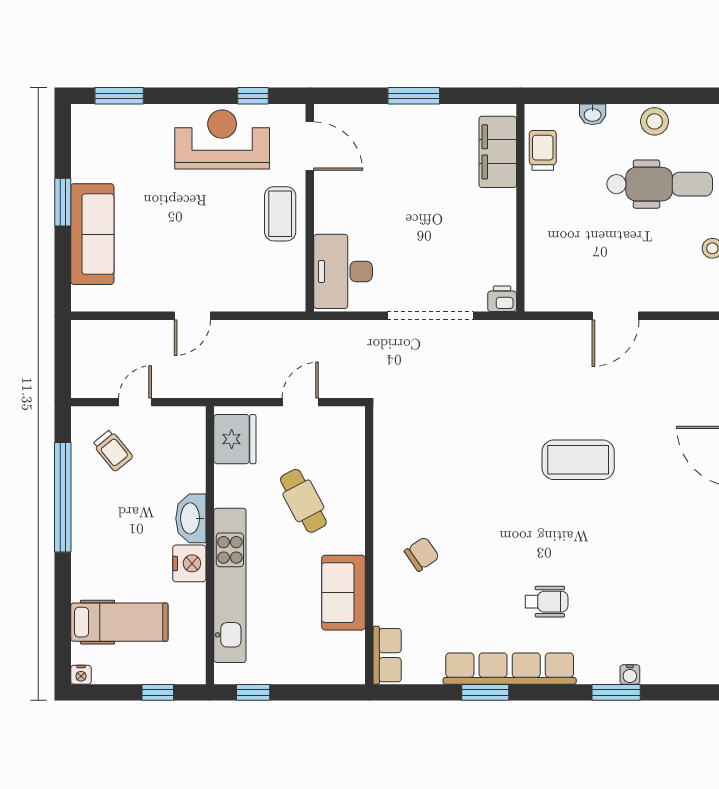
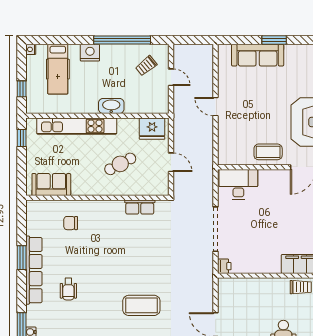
coffee table: (578, 460) -> (141, 305), turned 90
chair: (422, 554) -> (71, 223), moved, turned 125
nightstand: (189, 563) -> (90, 53), moved, turned 180
sofa: (343, 593) -> (51, 185), moved
row of seats: (387, 655) -> (140, 207), moved

